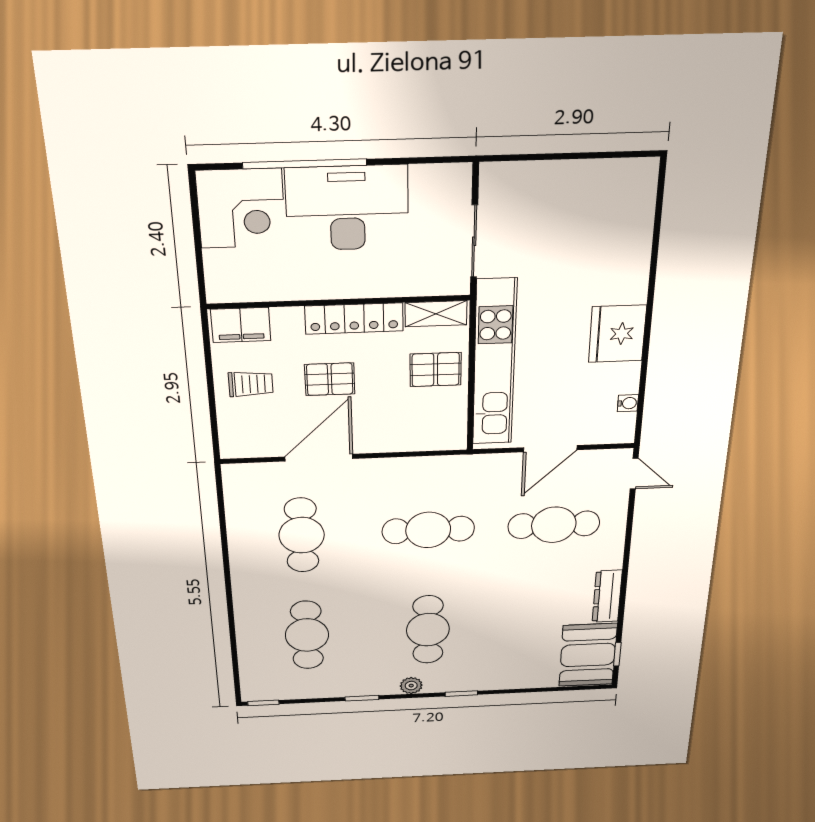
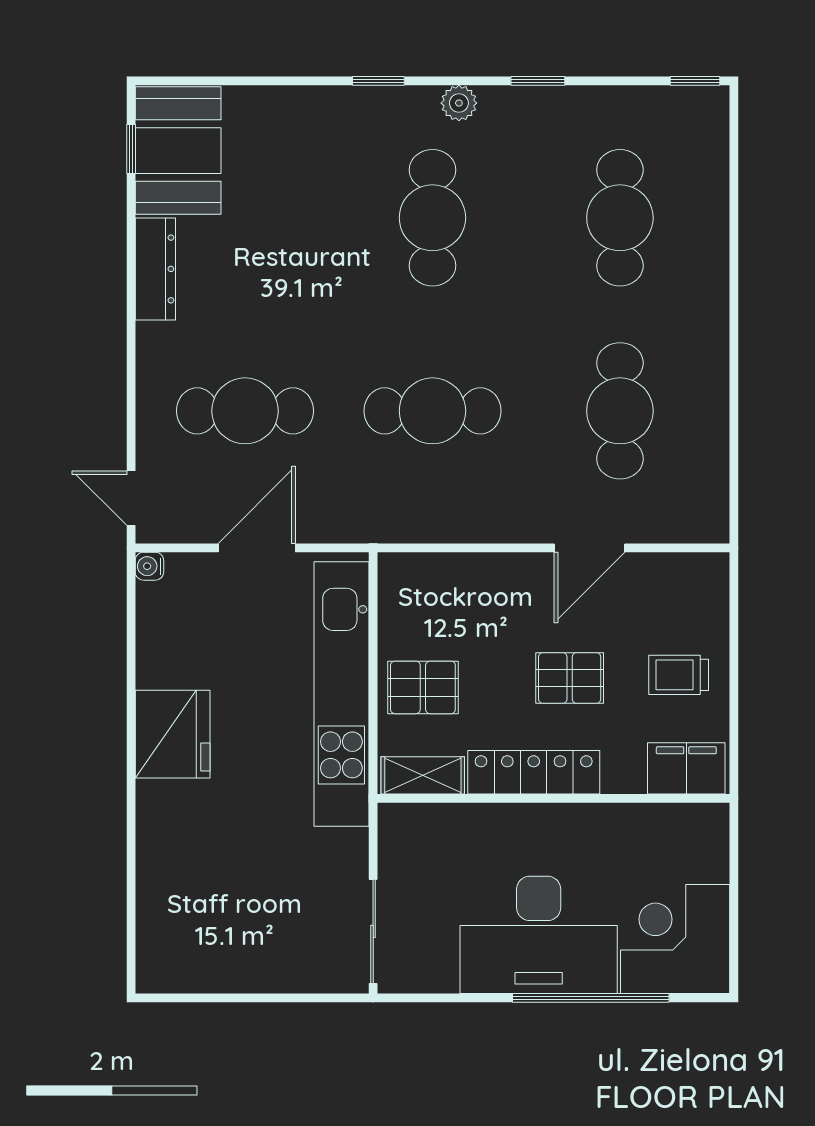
sliding door: (474, 241) -> (373, 931), moved
water cooler: (628, 403) -> (149, 566), moved
door: (319, 458) -> (589, 548), width x0.73

